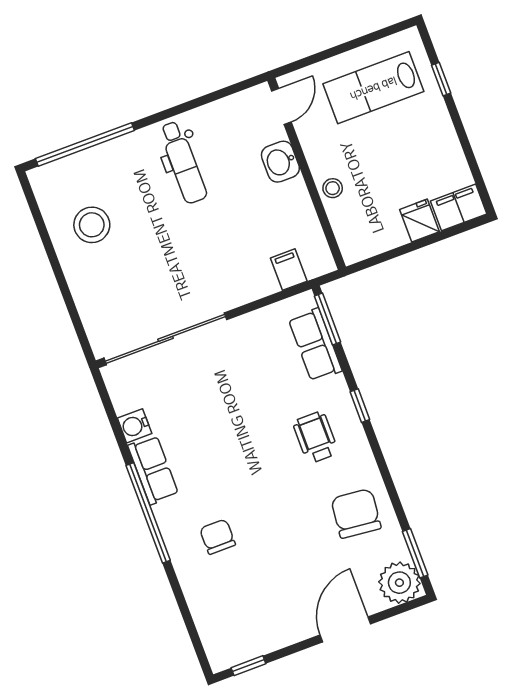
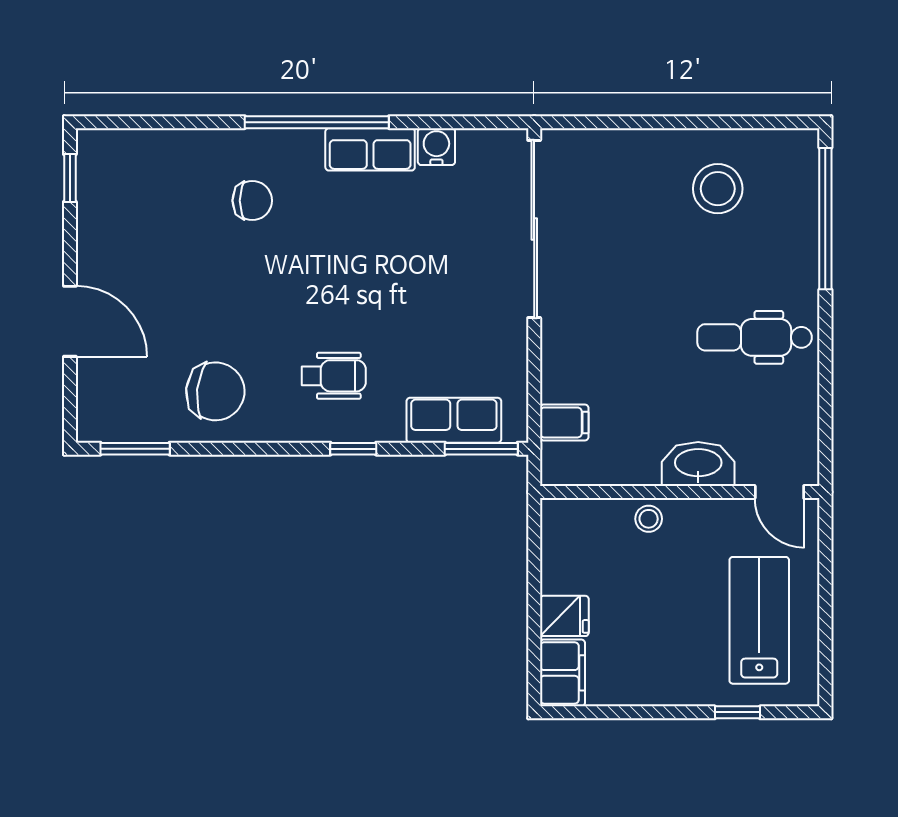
washbasin: (280, 162) -> (698, 464), width x1.38
plant: (399, 583) -> (105, 414), removed

